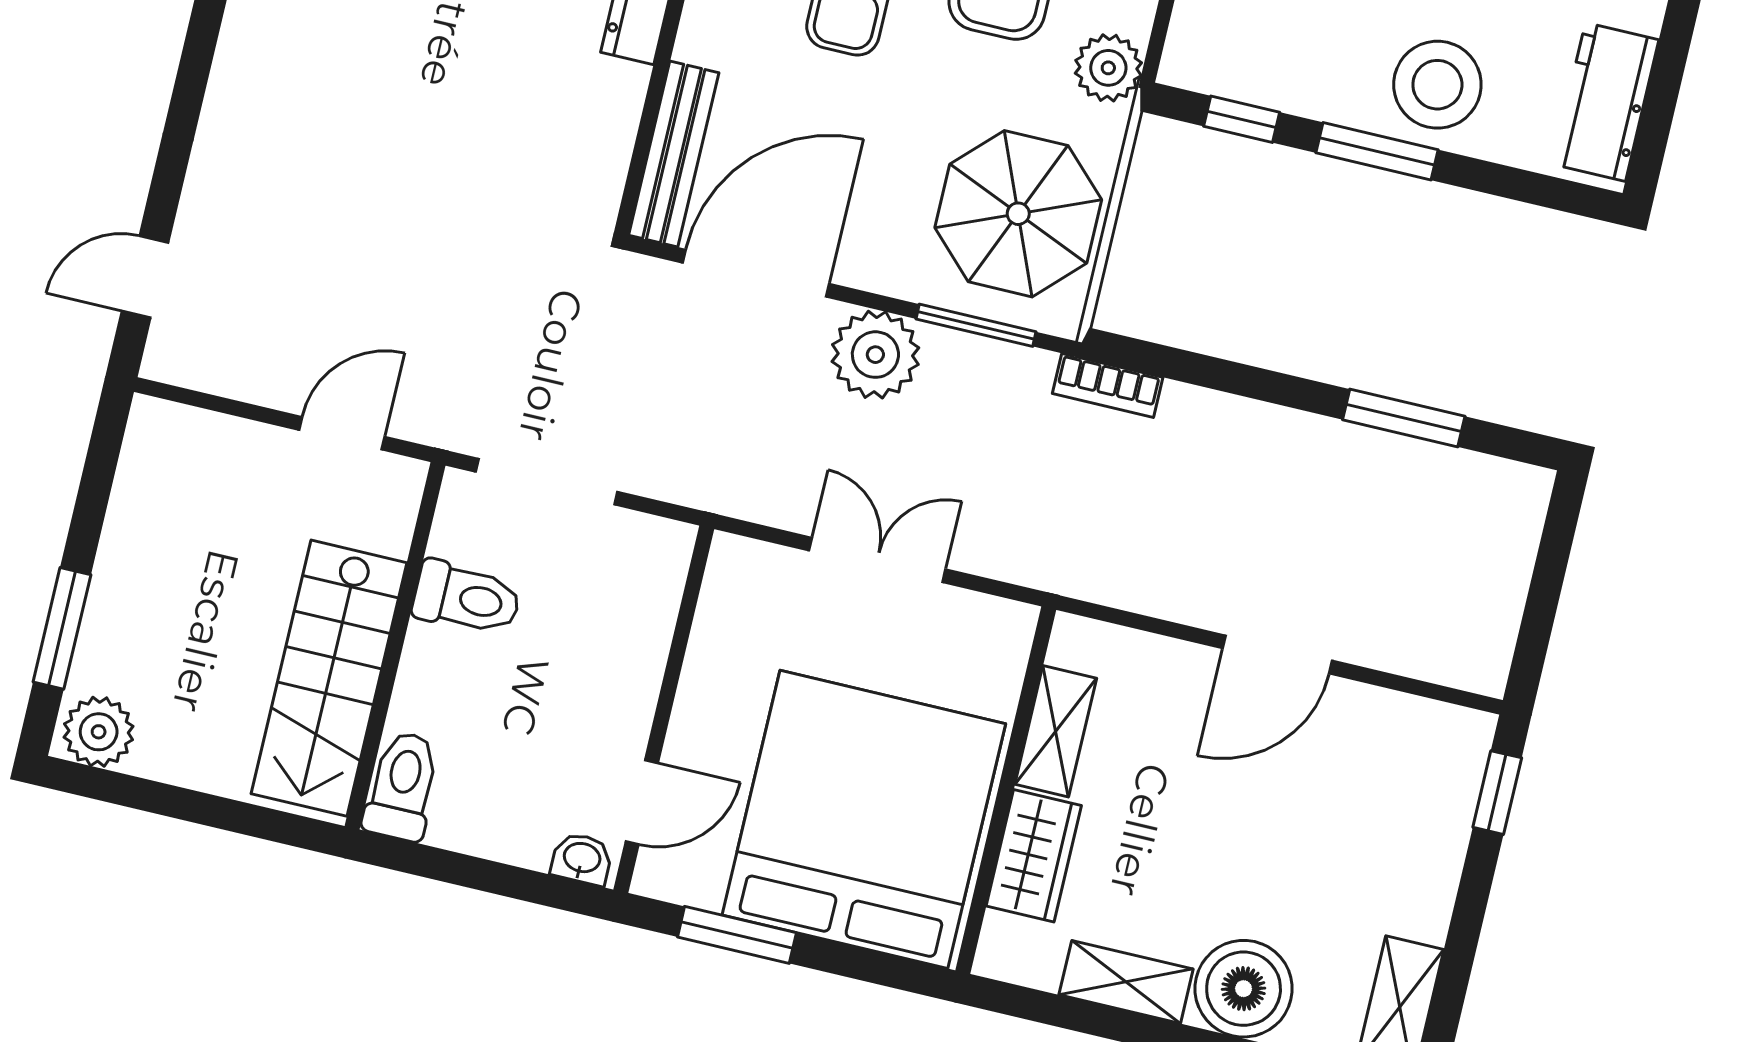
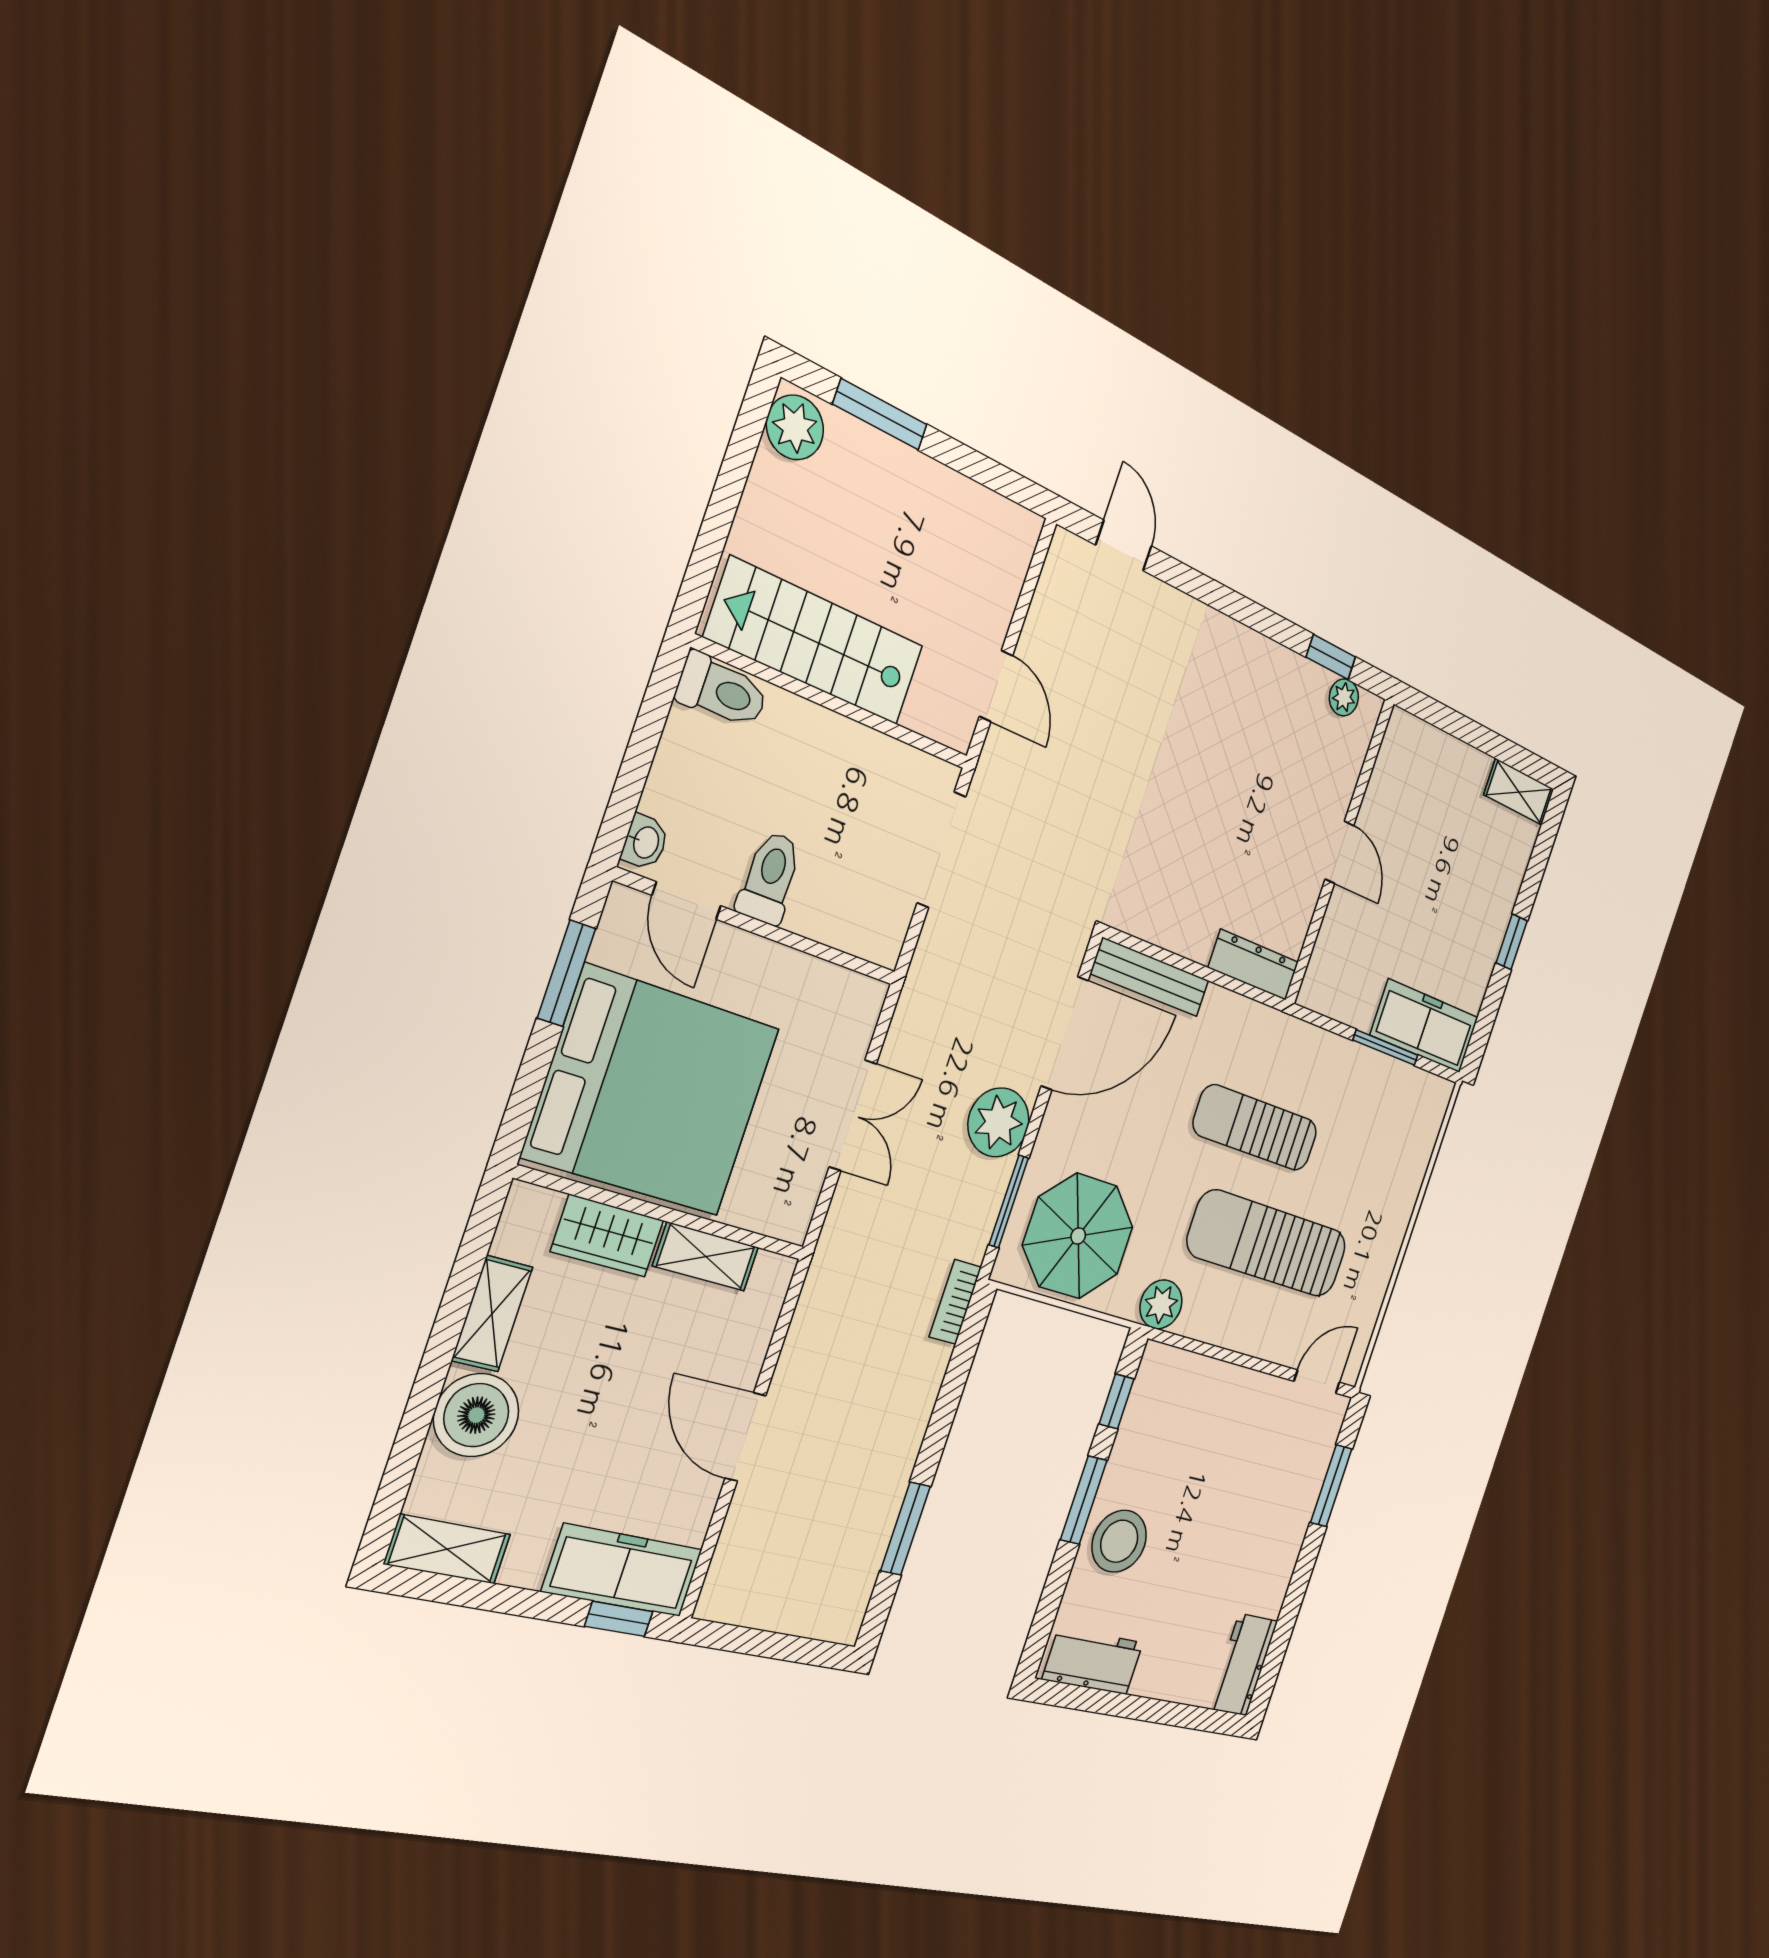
door: (756, 273) -> (1065, 1033), hinge flipped
toilet: (467, 598) -> (770, 878), moved, turned 180
freezer: (1437, 794) -> (623, 1570), added

